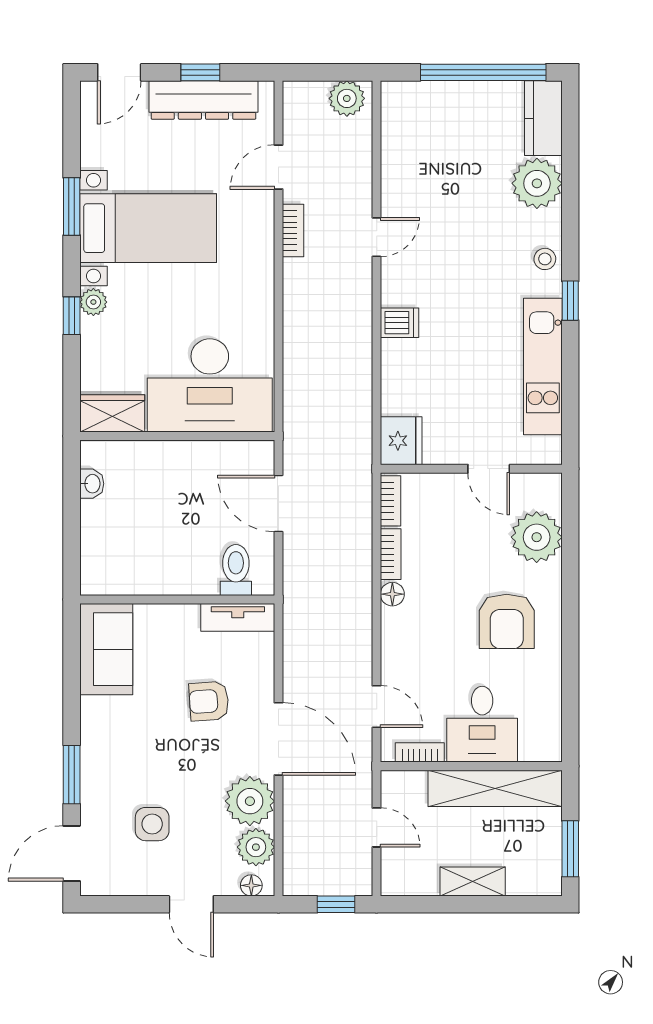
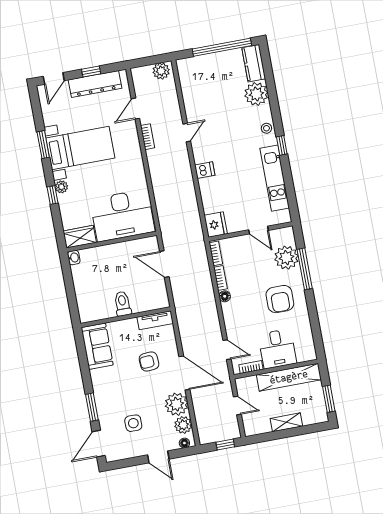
washbasin: (92, 484) -> (74, 258), moved
window: (570, 568) -> (305, 269), added
toilet: (236, 570) -> (123, 304), moved

